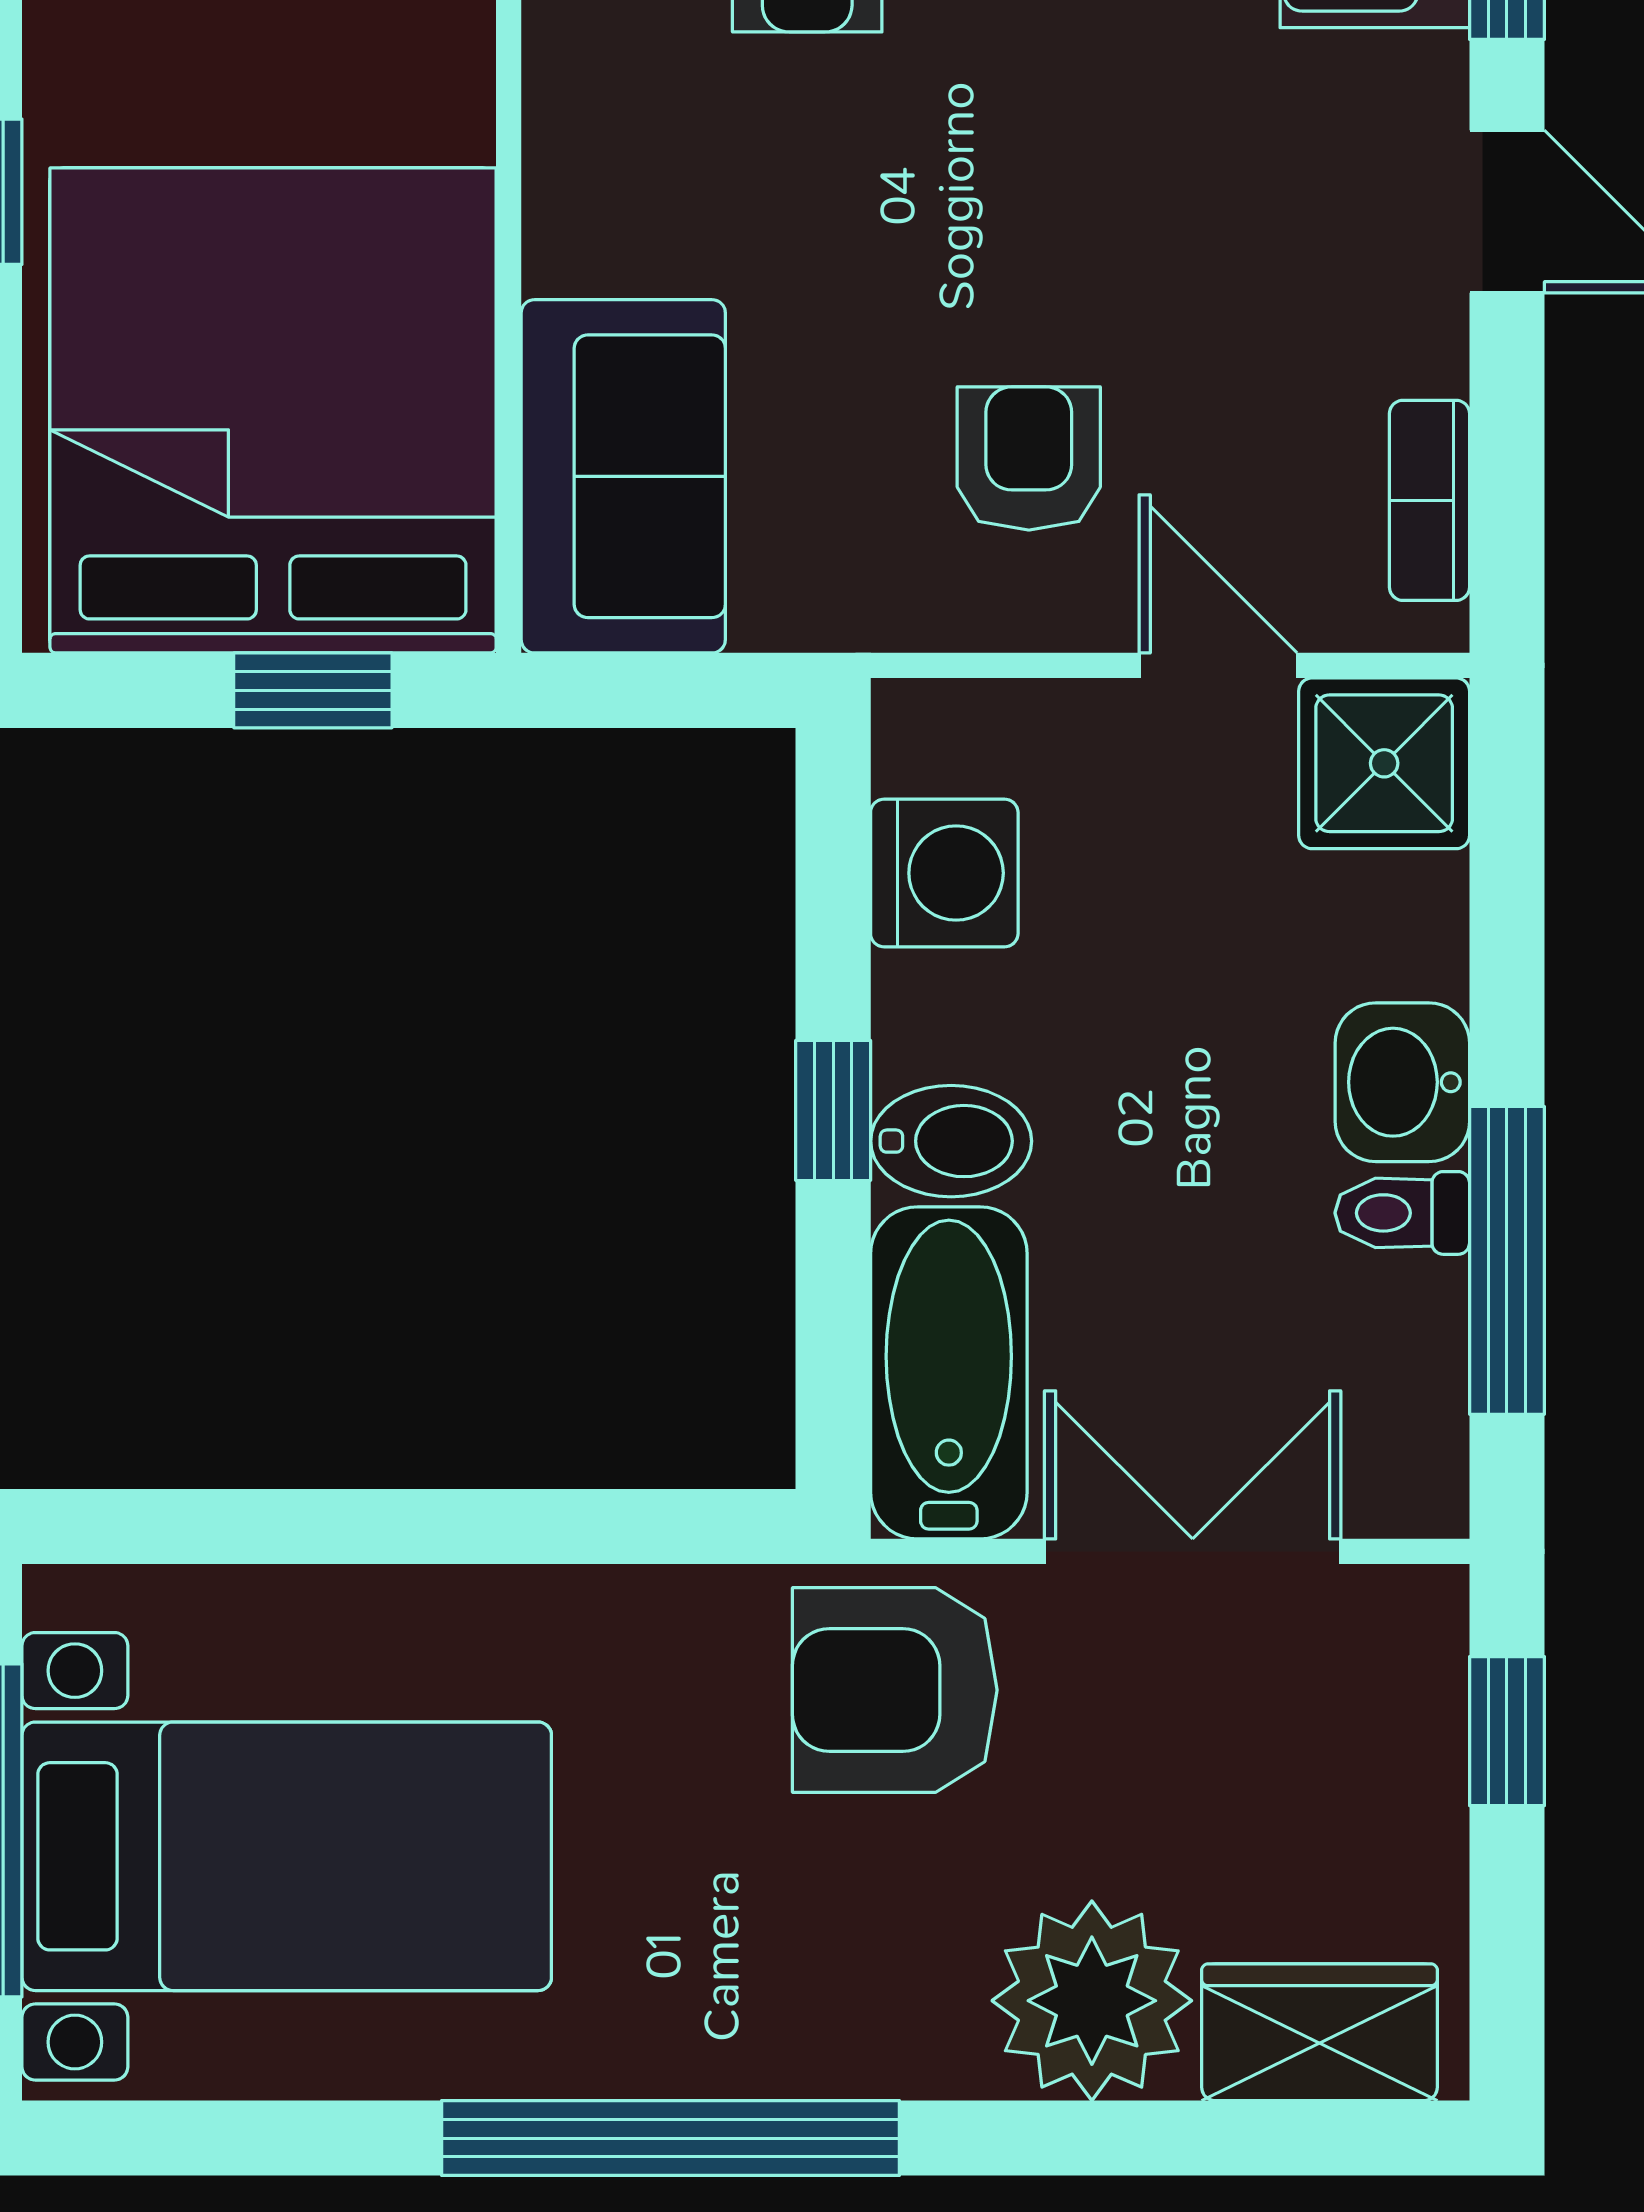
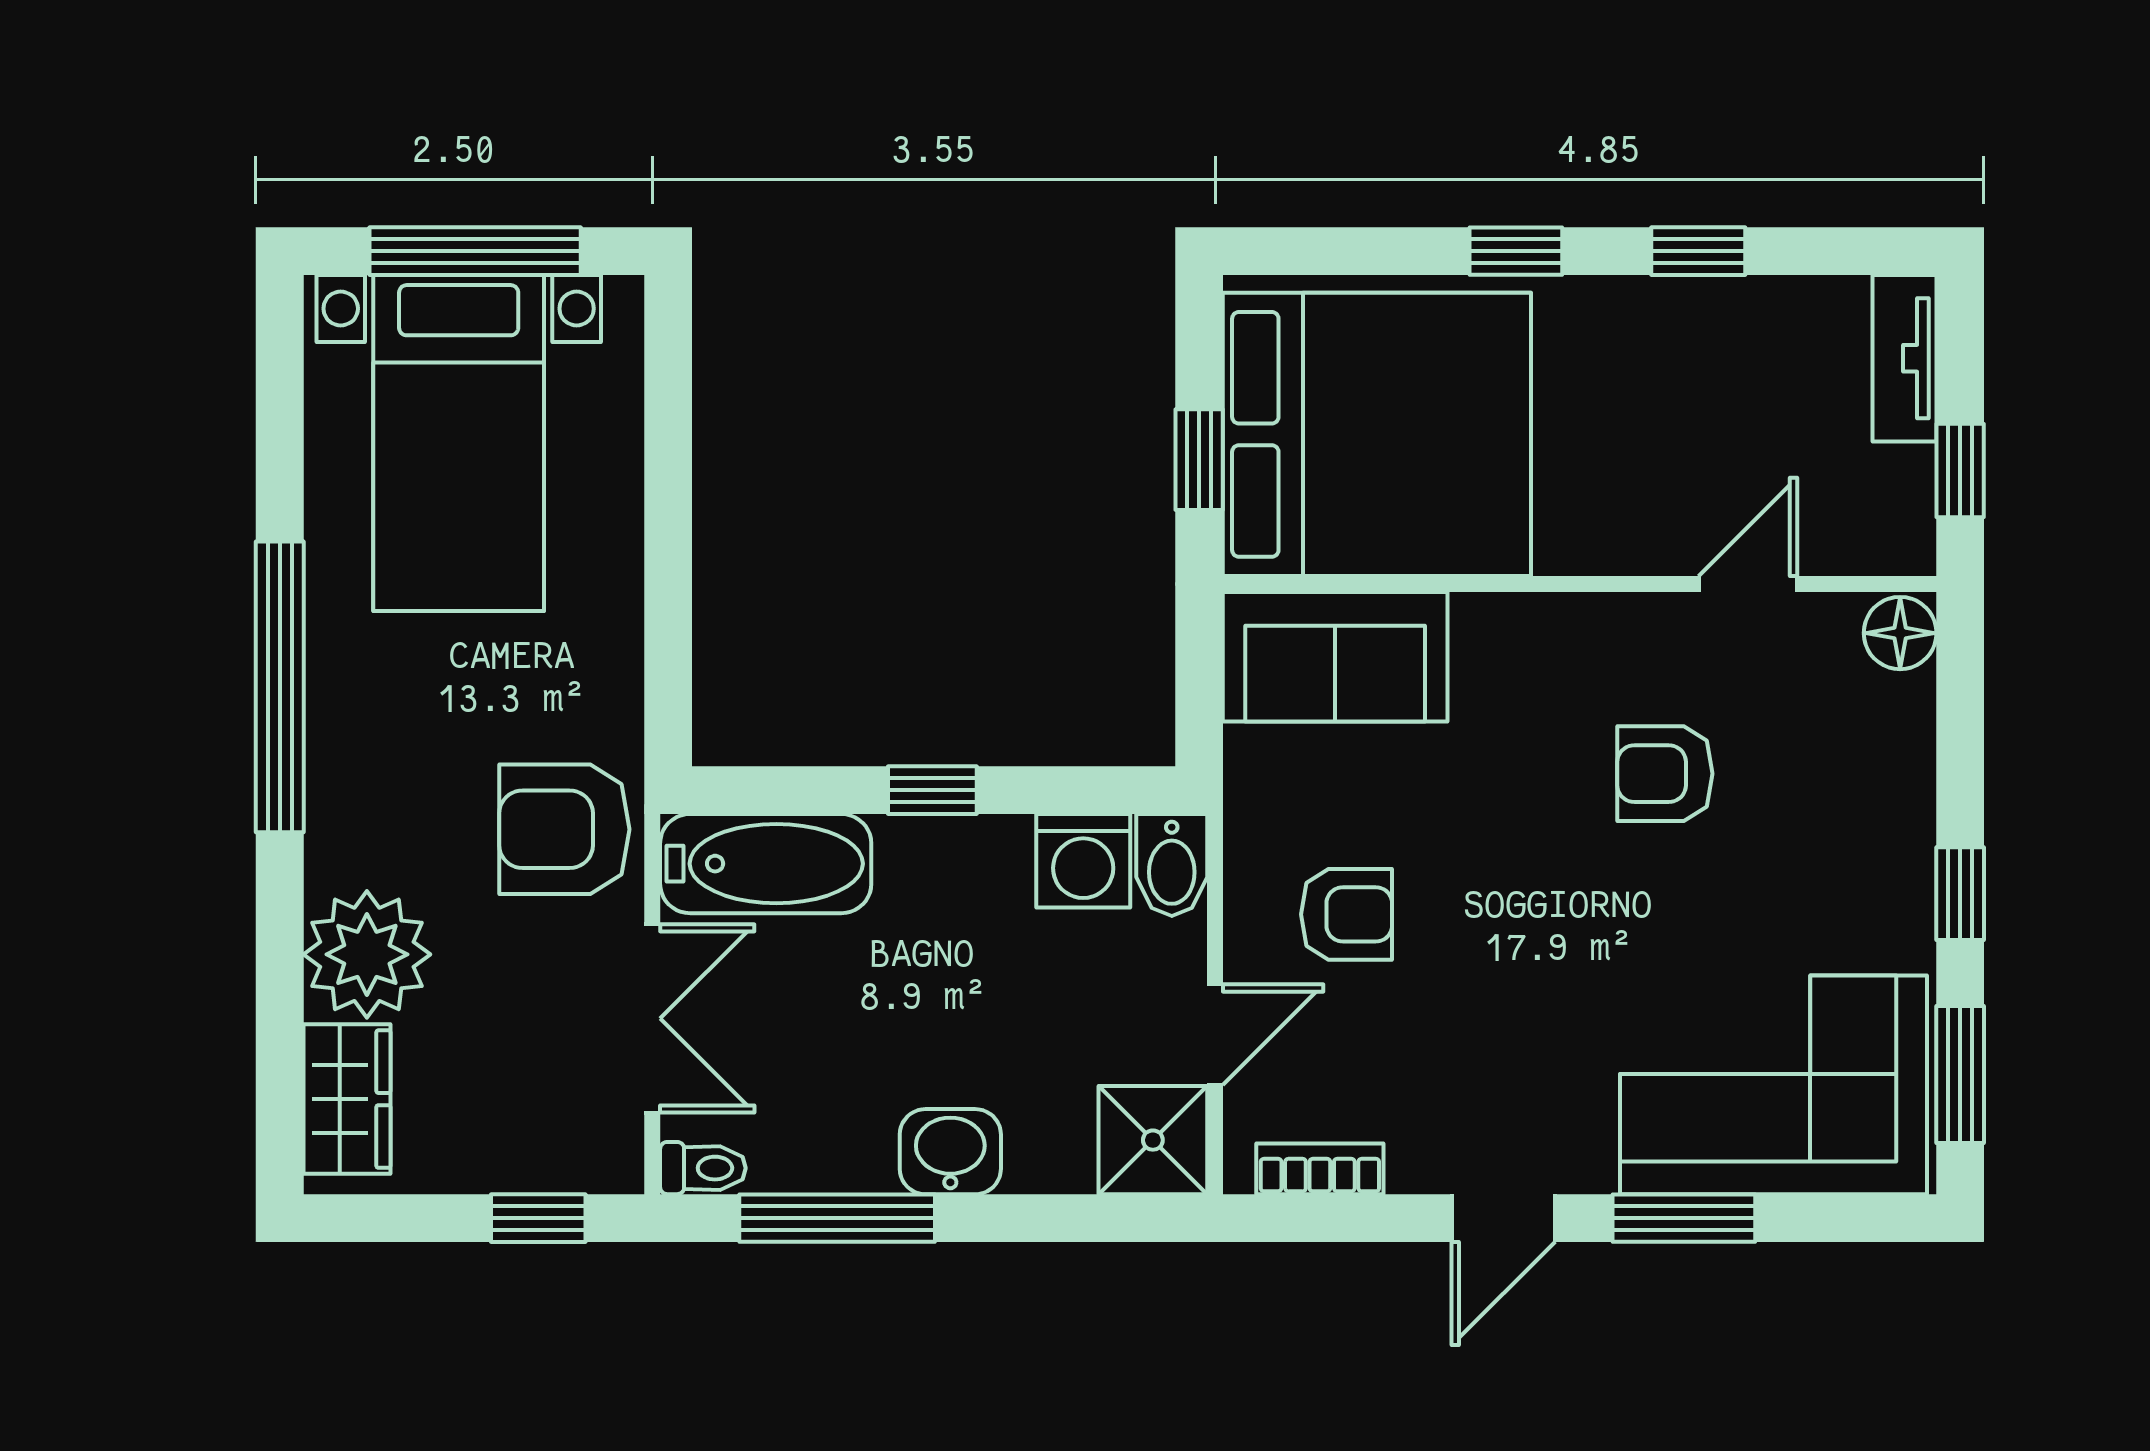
bidet: (951, 1141) -> (1172, 865), moved
toilet: (1402, 1213) -> (703, 1168), moved, turned 90
armchair: (895, 1690) -> (564, 829), turned -90

